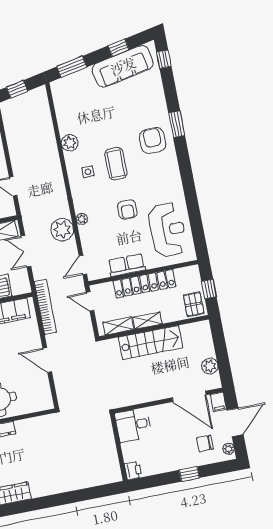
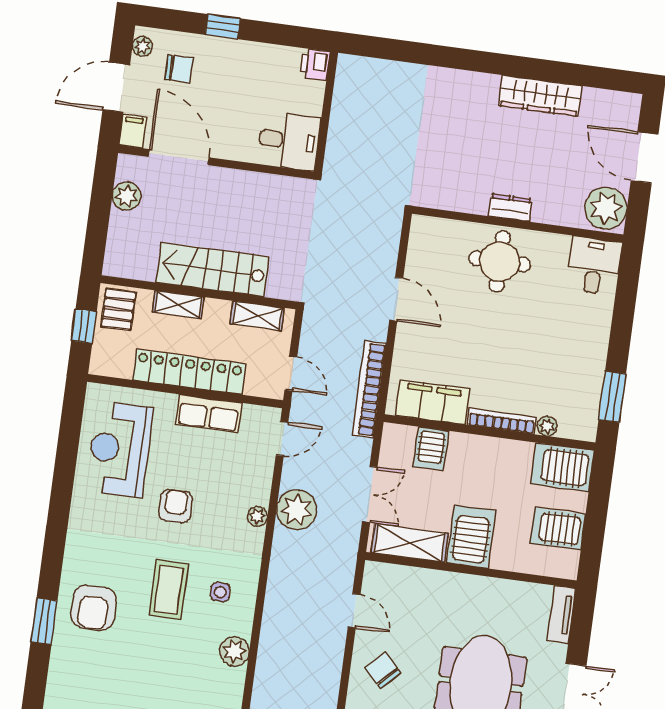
shelving: (147, 321) -> (178, 305), moved

